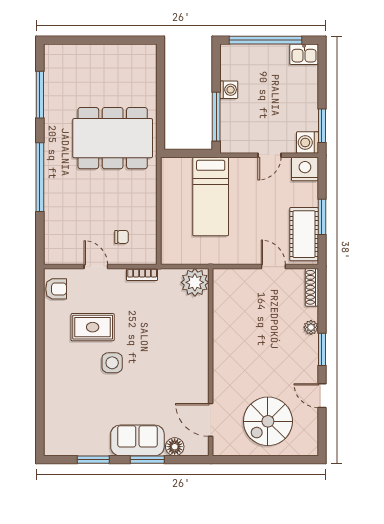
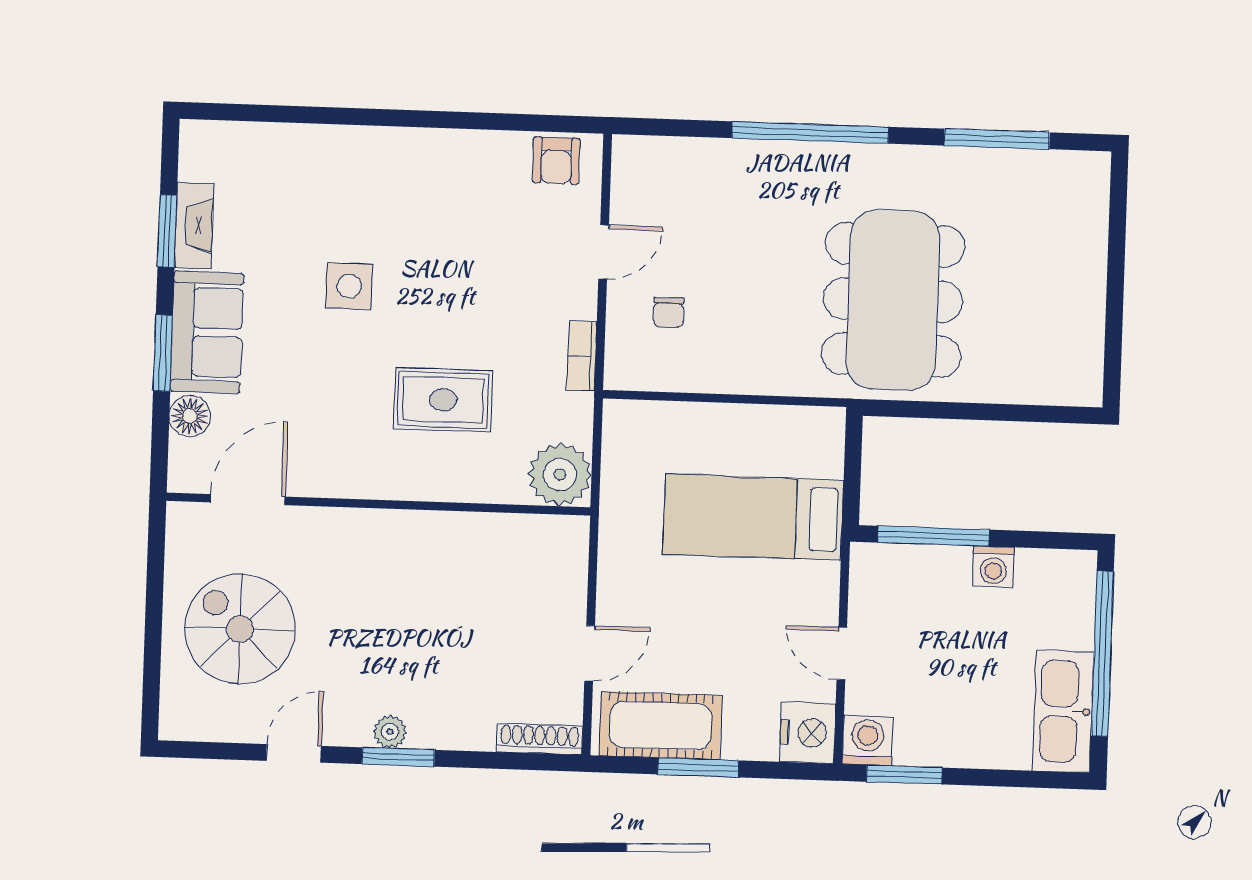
kitchen sink: (304, 54) -> (1063, 711), width x1.87, depth x1.24
rug: (93, 327) -> (443, 400), moved, turned 90
plant: (311, 327) -> (390, 732), moved
side table: (112, 363) -> (349, 286), moved
fireplace: (91, 448) -> (194, 226), added

